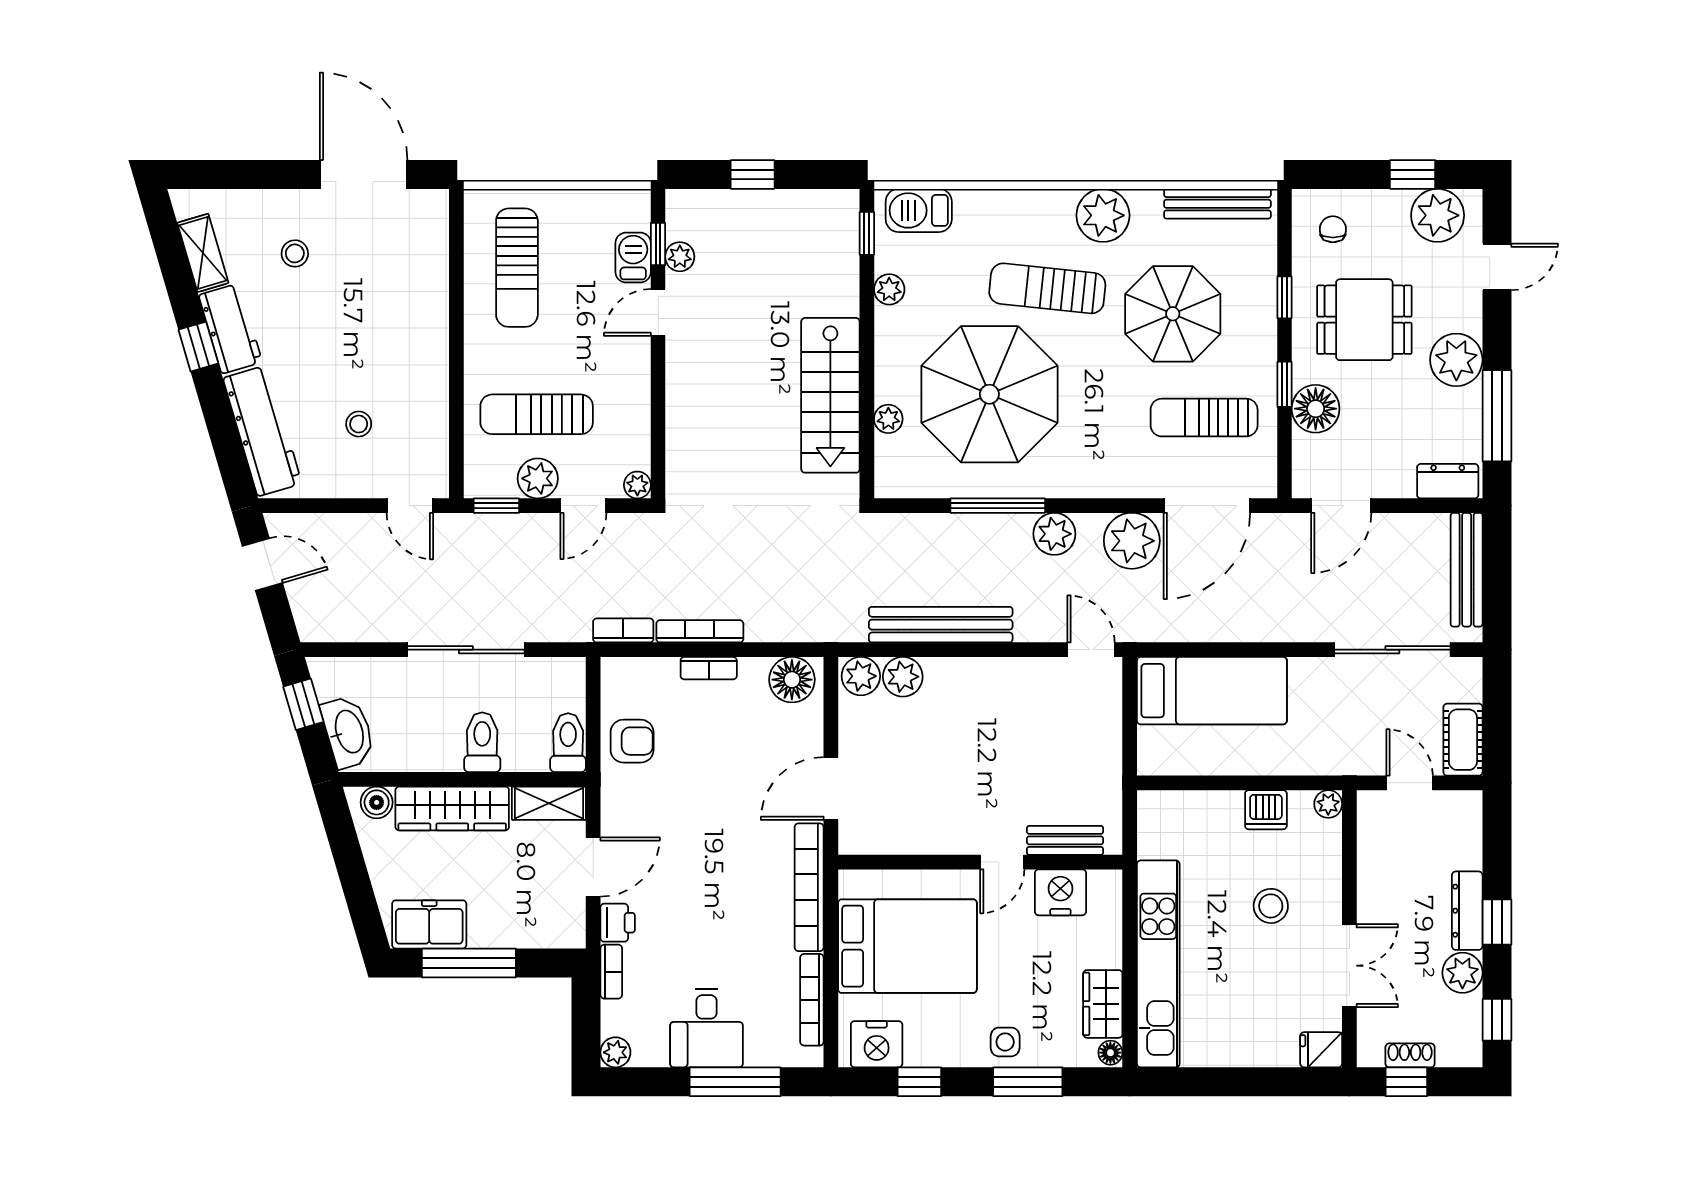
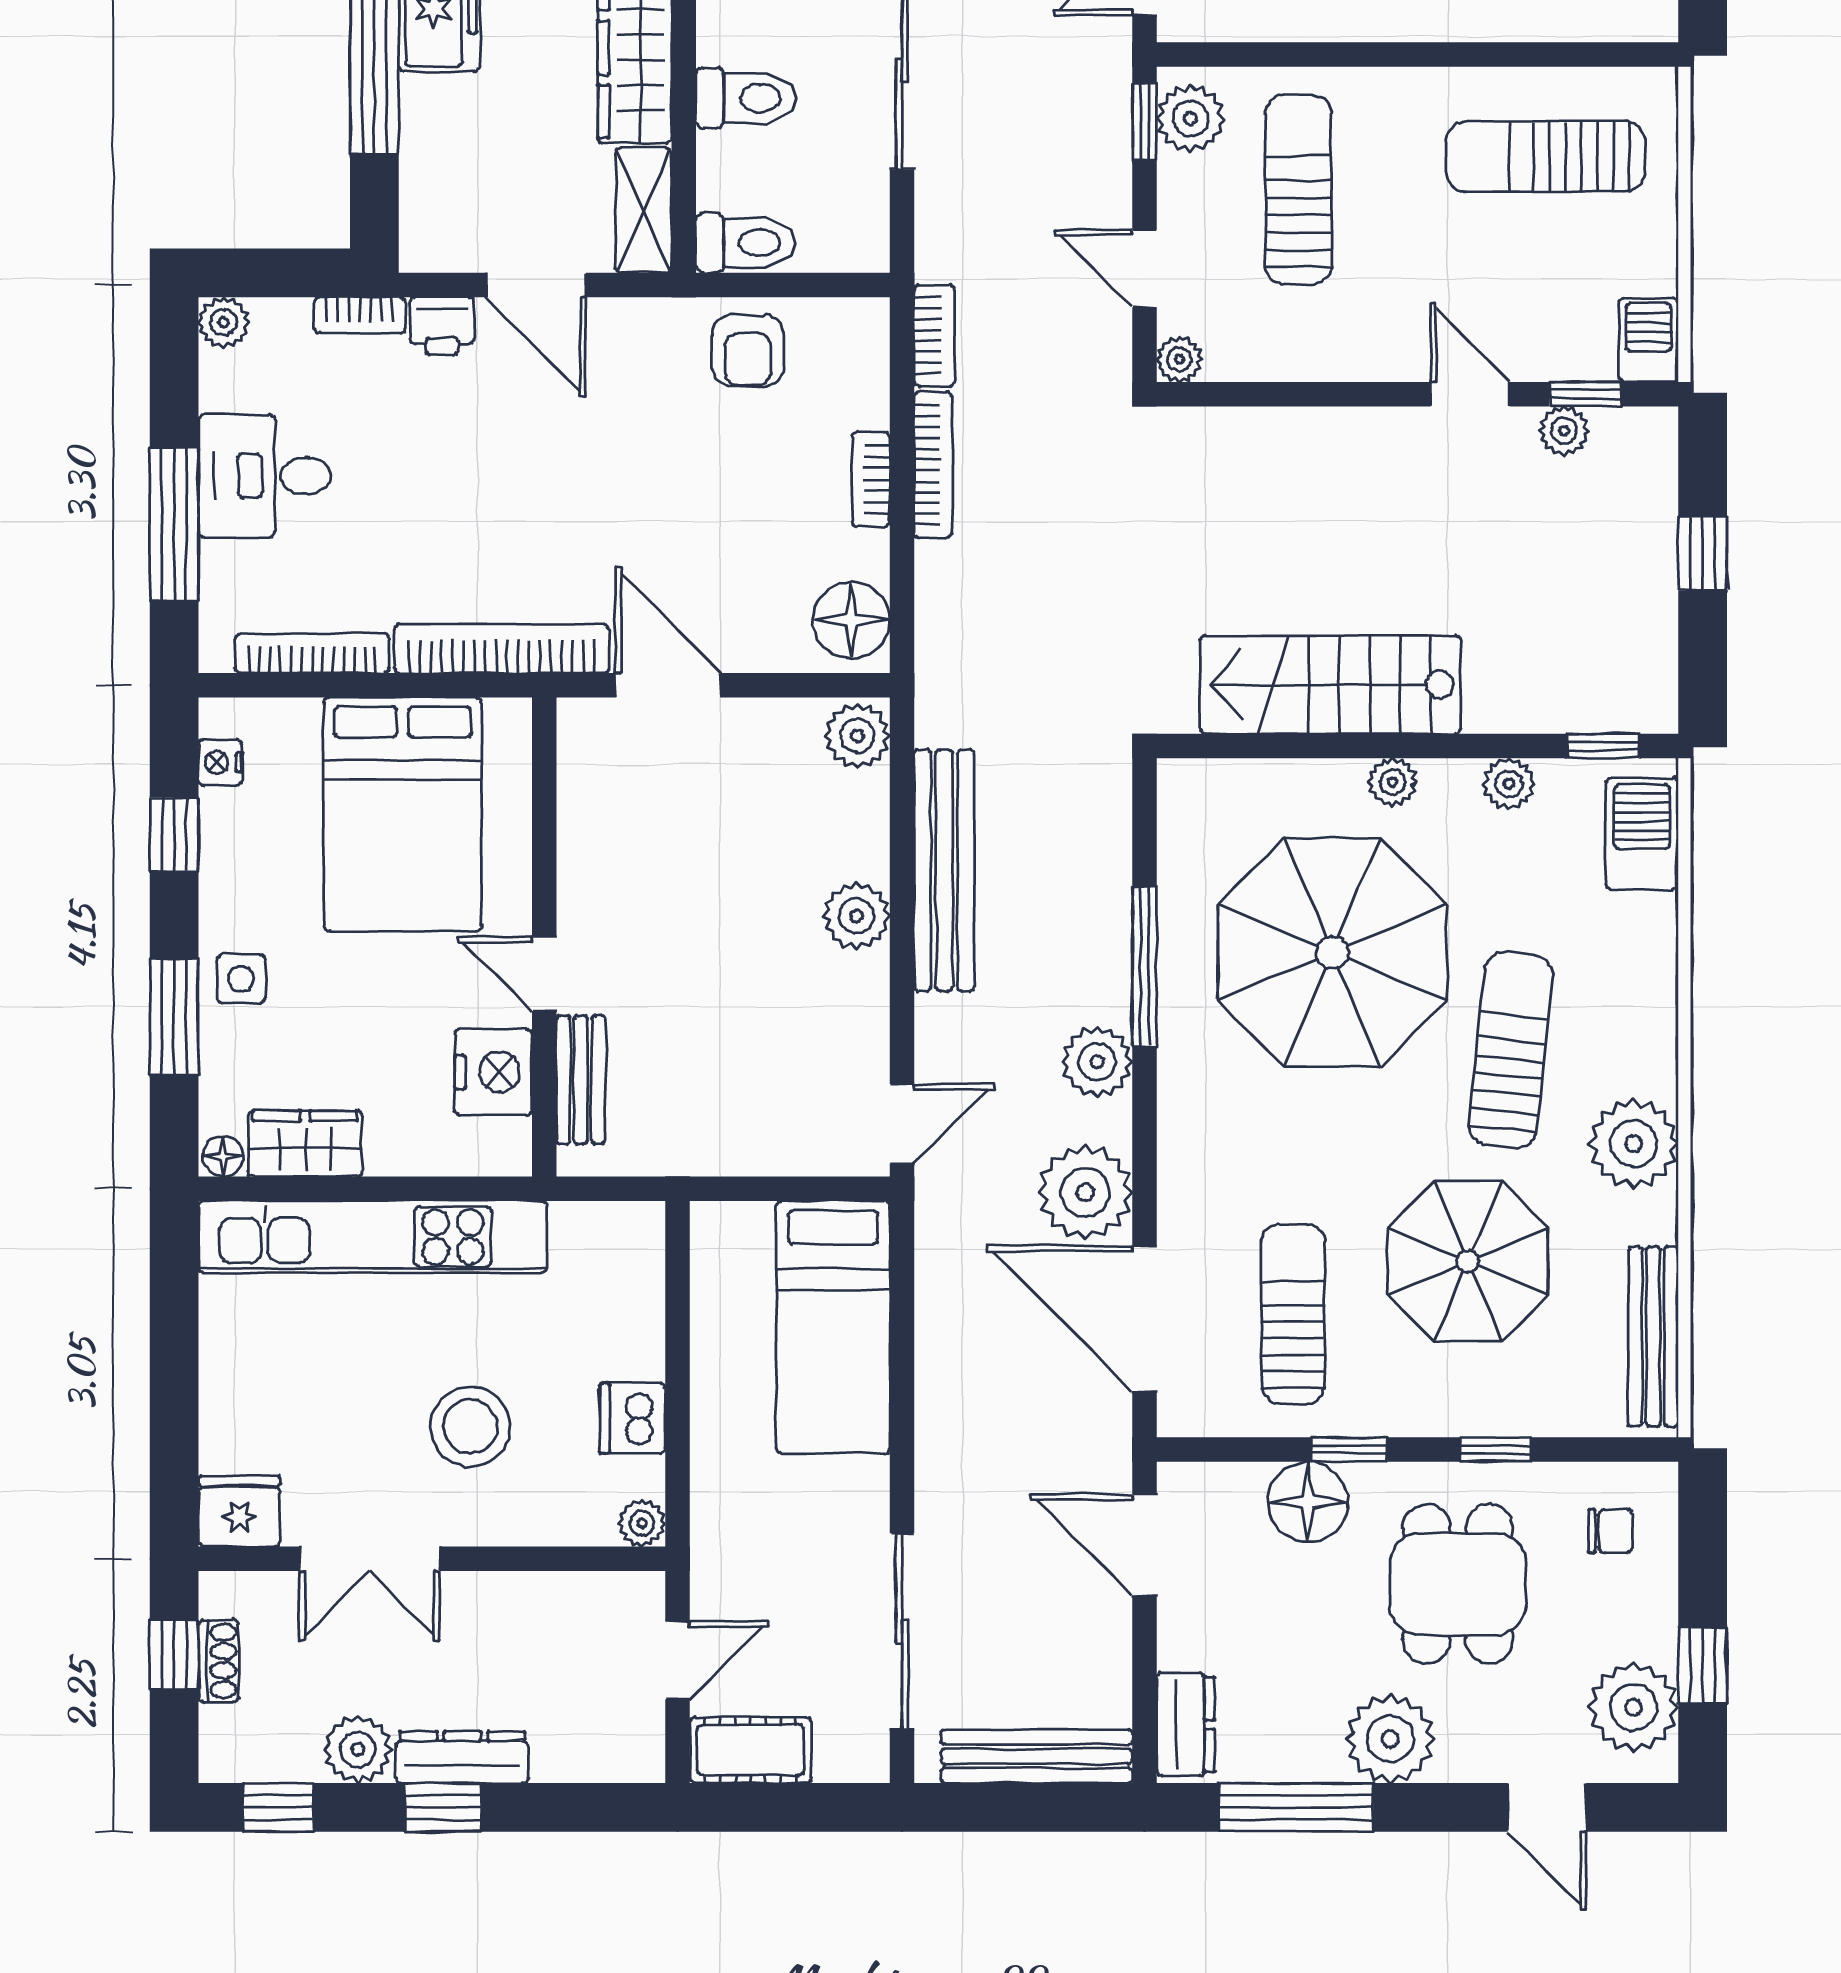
barbecue: (633, 258) -> (1649, 340), moved, turned -90
plant: (888, 419) -> (1393, 782), moved
plant: (538, 478) -> (1190, 118), moved
plant: (903, 677) -> (856, 916), moved
stool: (1271, 906) -> (470, 1426), width x1.38, depth x1.38
nightstand: (877, 1044) -> (220, 762), width x0.53, depth x0.56
fridge: (1321, 1050) -> (239, 1511), width x1.38

